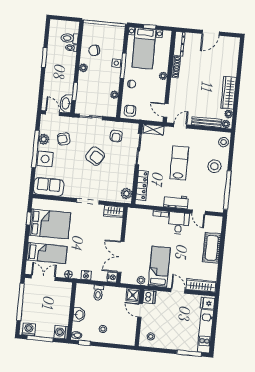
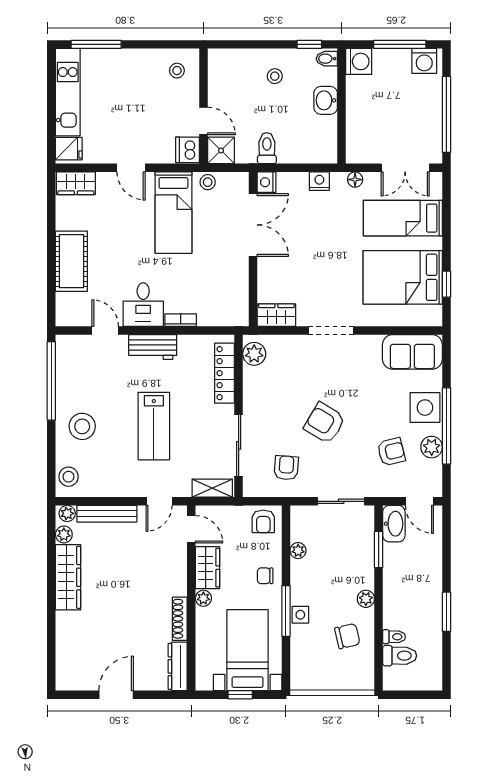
wardrobe: (160, 91) -> (208, 568), added
wardrobe: (201, 285) -> (76, 183), width x0.67
toilet: (98, 293) -> (267, 148), moved

